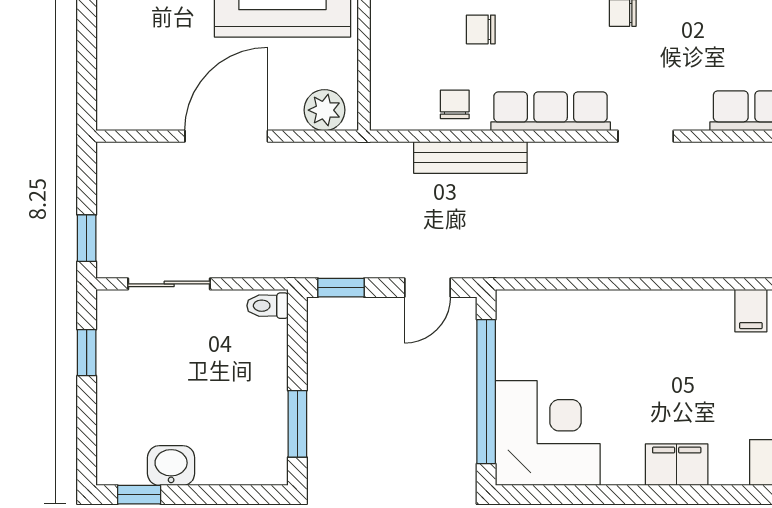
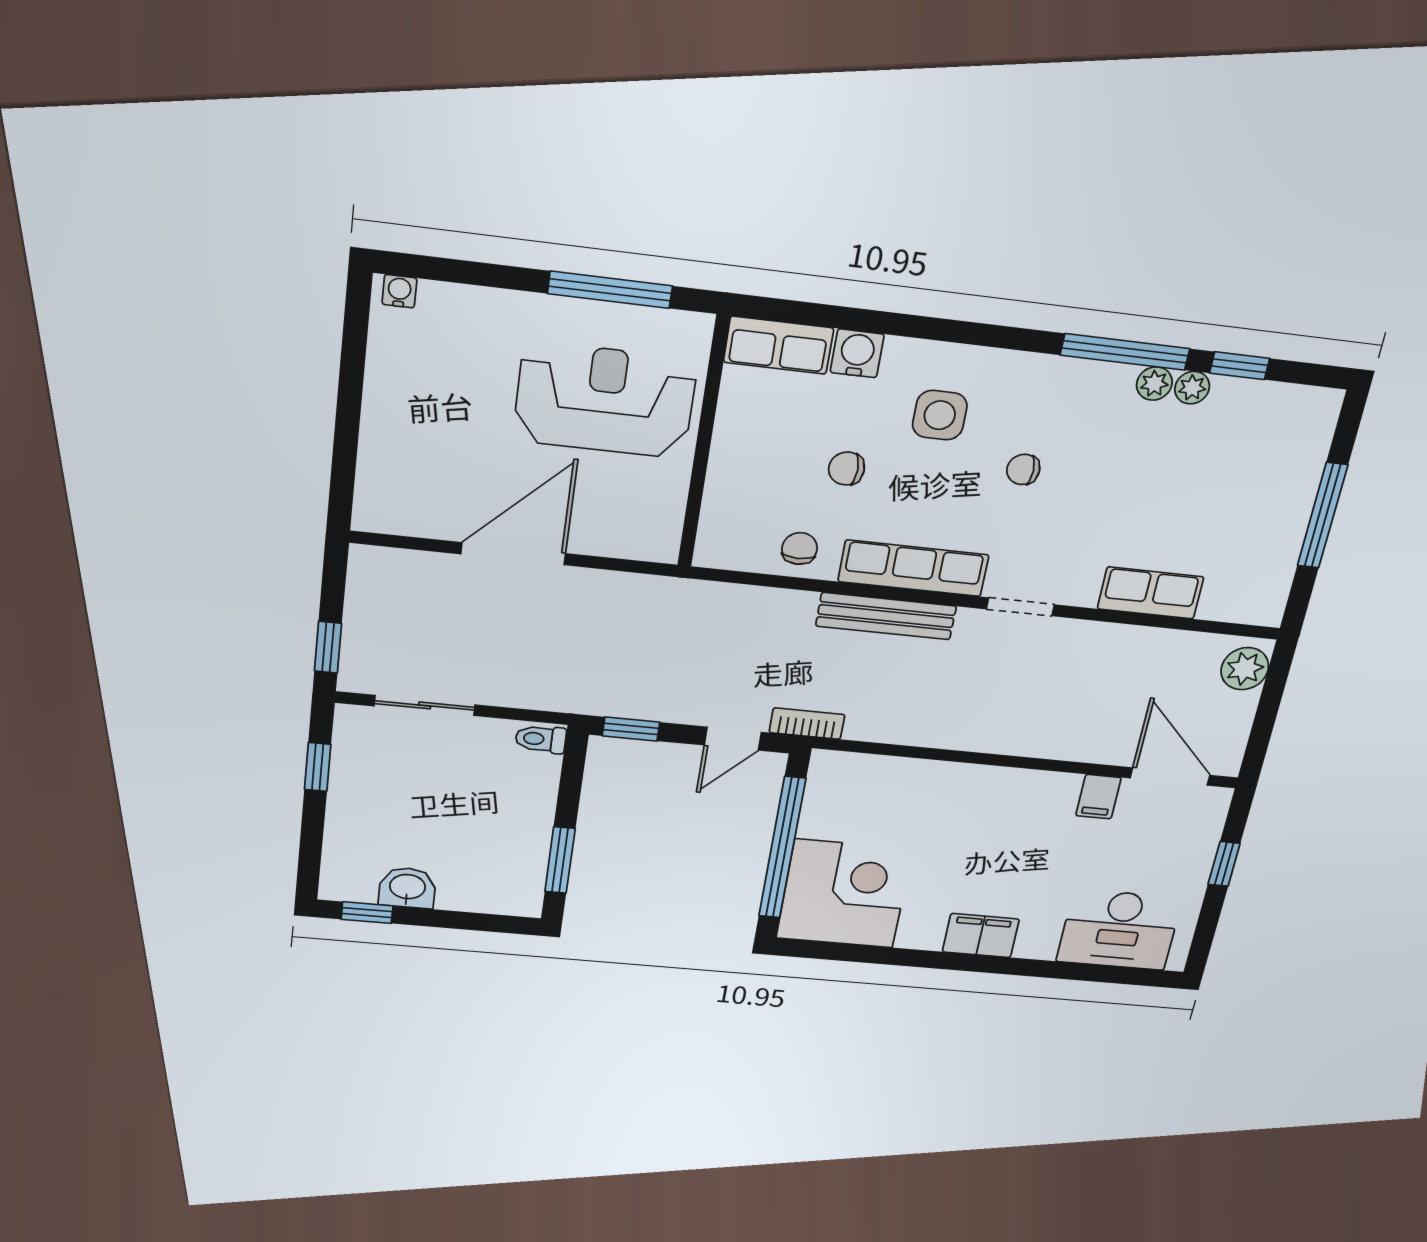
plant: (324, 110) -> (639, 538), removed
bench: (470, 157) -> (886, 616), moved
bookcase: (487, 266) -> (807, 724), added

